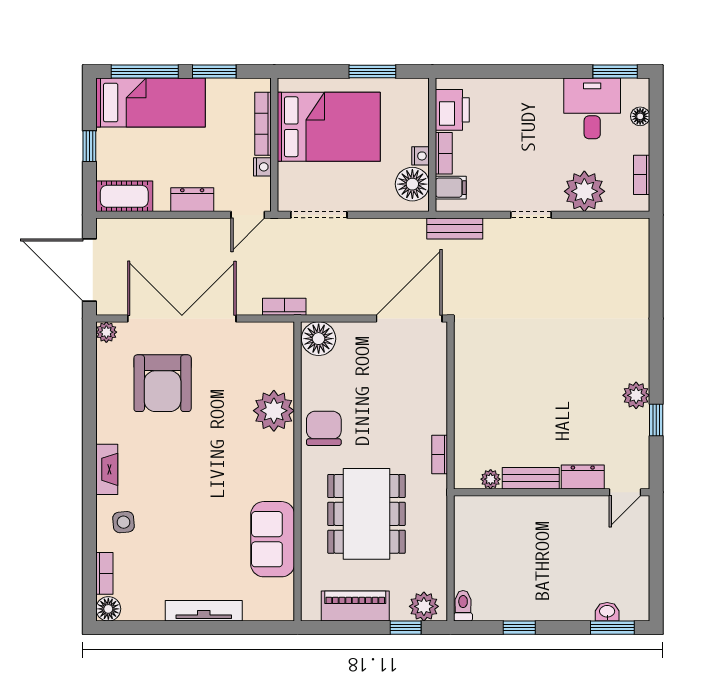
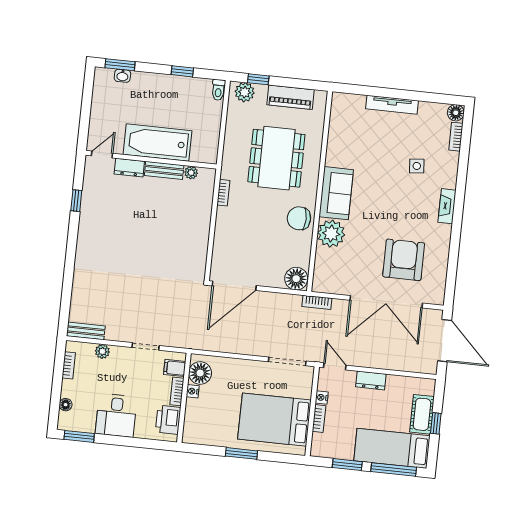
desk: (592, 108) -> (116, 415), moved
printer: (452, 110) -> (168, 420), moved
bookcase: (263, 124) -> (319, 419), width x0.64
wall: (432, 145) -> (184, 398), moved
bookcase: (444, 153) -> (177, 391), moved
nightstand: (421, 156) -> (193, 391), moved
floor lamp: (412, 184) -> (200, 373), moved
filing cabinet: (451, 188) -> (175, 368), moved
plant: (584, 191) -> (102, 351), width x0.53, depth x0.53
cot: (124, 196) -> (422, 414), moved, turned 90
door: (248, 215) -> (335, 366), hinge flipped
bench: (455, 229) -> (86, 331), moved
plant: (106, 332) -> (438, 298), removed
plant: (636, 395) -> (88, 218), removed
chair: (324, 428) -> (299, 218), turned 90
bathtub: (545, 518) -> (157, 143), added
side table: (124, 522) -> (417, 166), moved
sofa: (273, 539) -> (336, 193), moved

